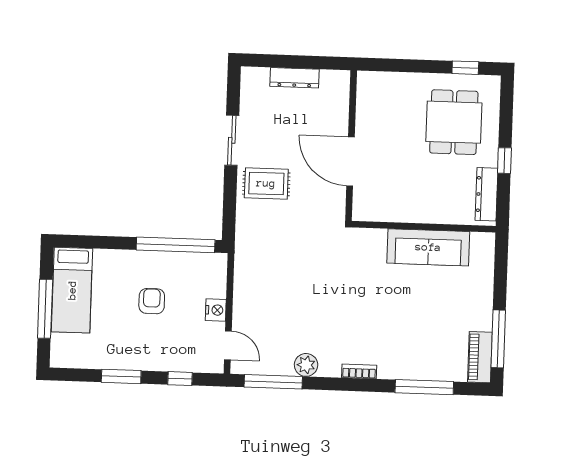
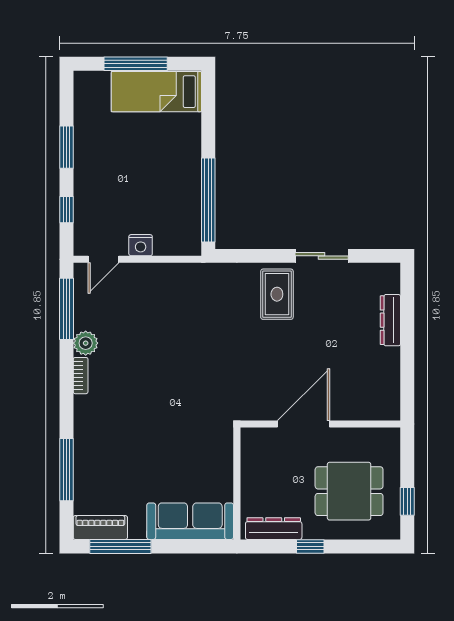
wall: (351, 146) -> (320, 424), moved
door: (351, 161) -> (303, 424), moved
sofa: (428, 247) -> (190, 521), moved, turned 90
armchair: (152, 301) -> (148, 177), removed
bookcase: (359, 371) -> (81, 376), moved

